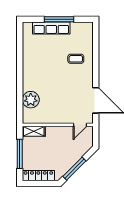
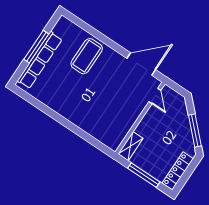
row of seats: (51, 28) -> (40, 60), width x1.36
coffee table: (76, 59) -> (87, 56), width x1.86, depth x1.72
plant: (31, 100) -> (97, 128), removed

